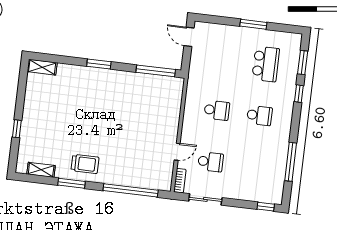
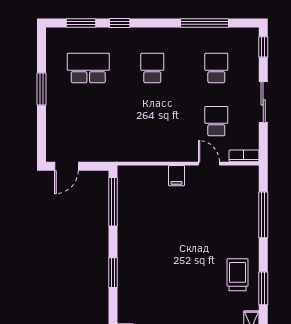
school desk: (217, 110) -> (216, 68), moved
filing cabinet: (171, 124) -> (176, 176), added
window: (131, 190) -> (263, 215), width x0.68
sliding door: (205, 199) -> (263, 102), moved

